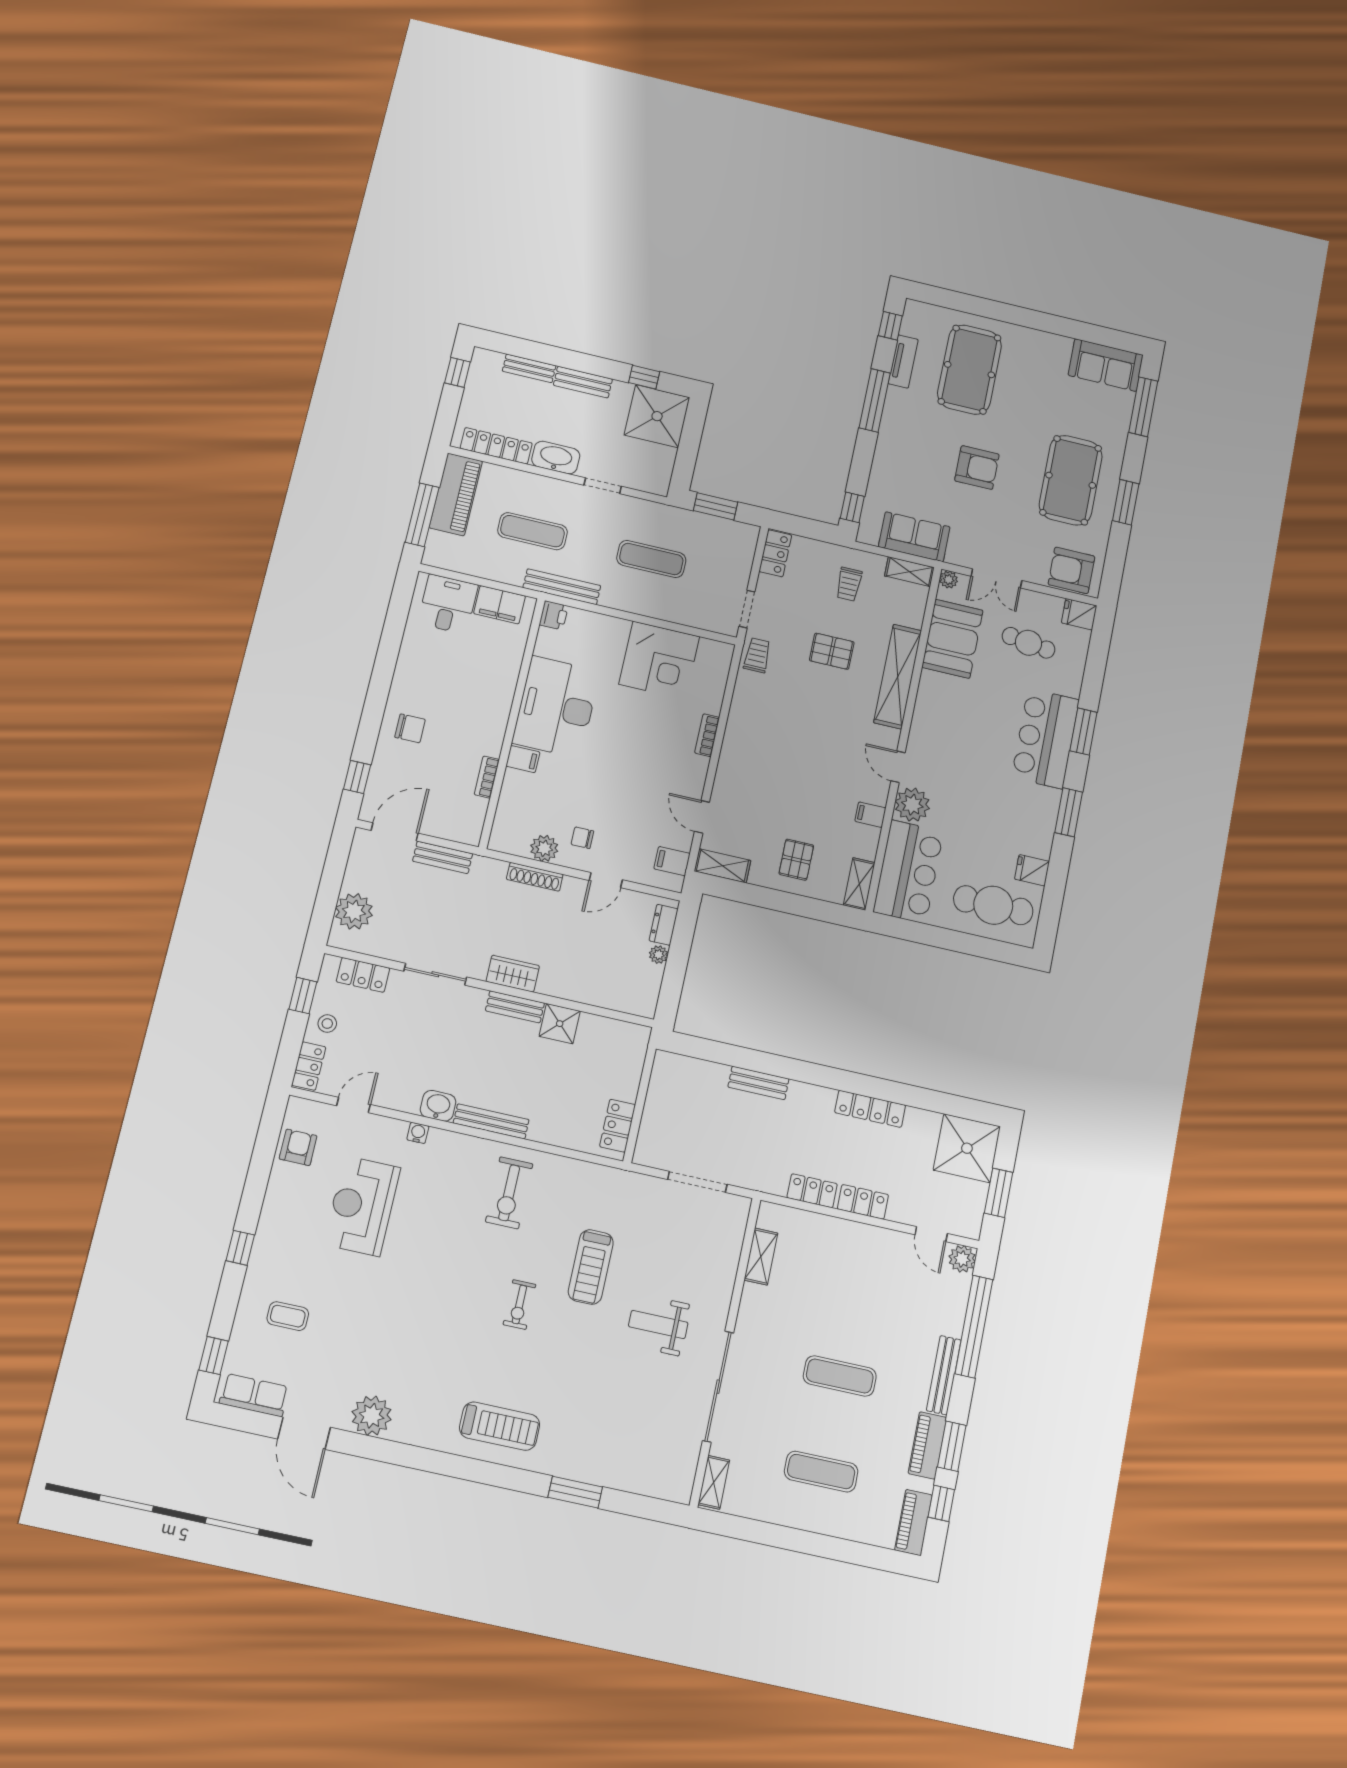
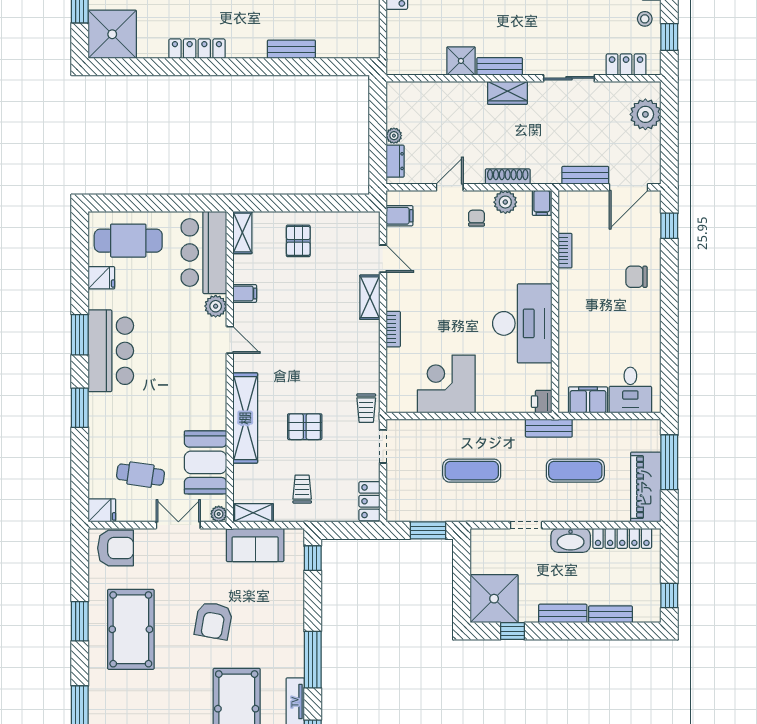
armchair: (977, 468) -> (213, 621), turned -80
bench: (562, 587) -> (549, 428), width x0.73
bar counter: (1045, 738) -> (111, 351), moved
filing cabinet: (523, 759) -> (542, 203), moved, turned -90
plant: (912, 805) -> (216, 306), width x0.73, depth x0.73
chair: (582, 838) -> (476, 218), turned -90
shelving: (722, 866) -> (370, 297), moved, turned 90

